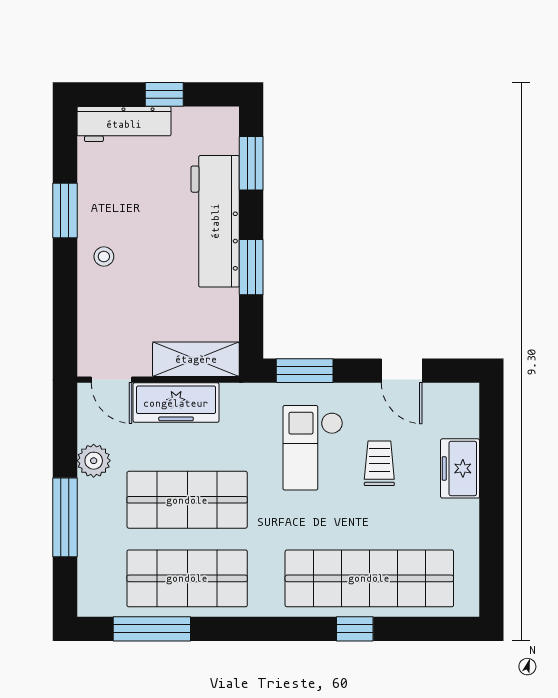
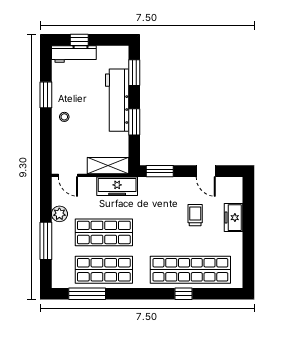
window: (164, 94) -> (79, 40), moved
freezer: (176, 403) -> (117, 186), moved
checkout: (313, 448) -> (164, 208), removed

